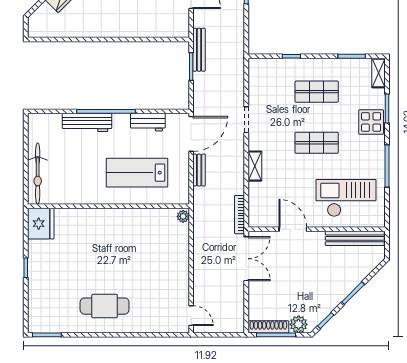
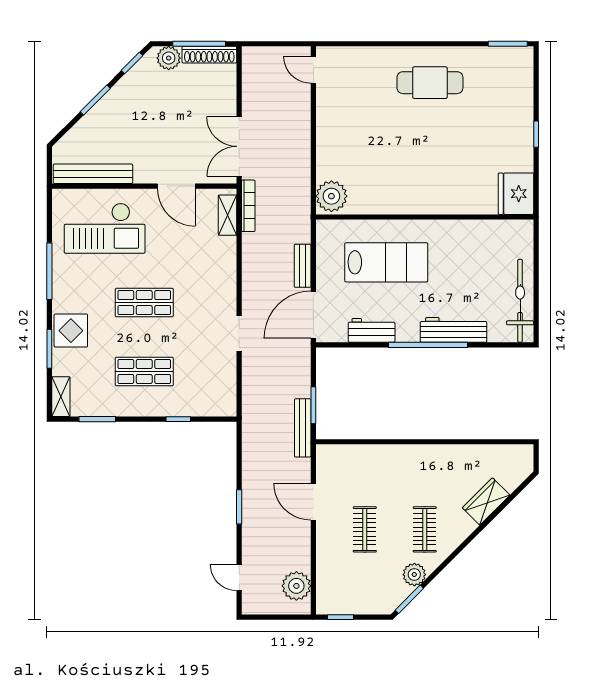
shelving: (255, 166) -> (227, 215), moved
bicycle: (38, 174) -> (520, 301), moved
plant: (183, 216) -> (331, 196), width x1.88, depth x1.88

